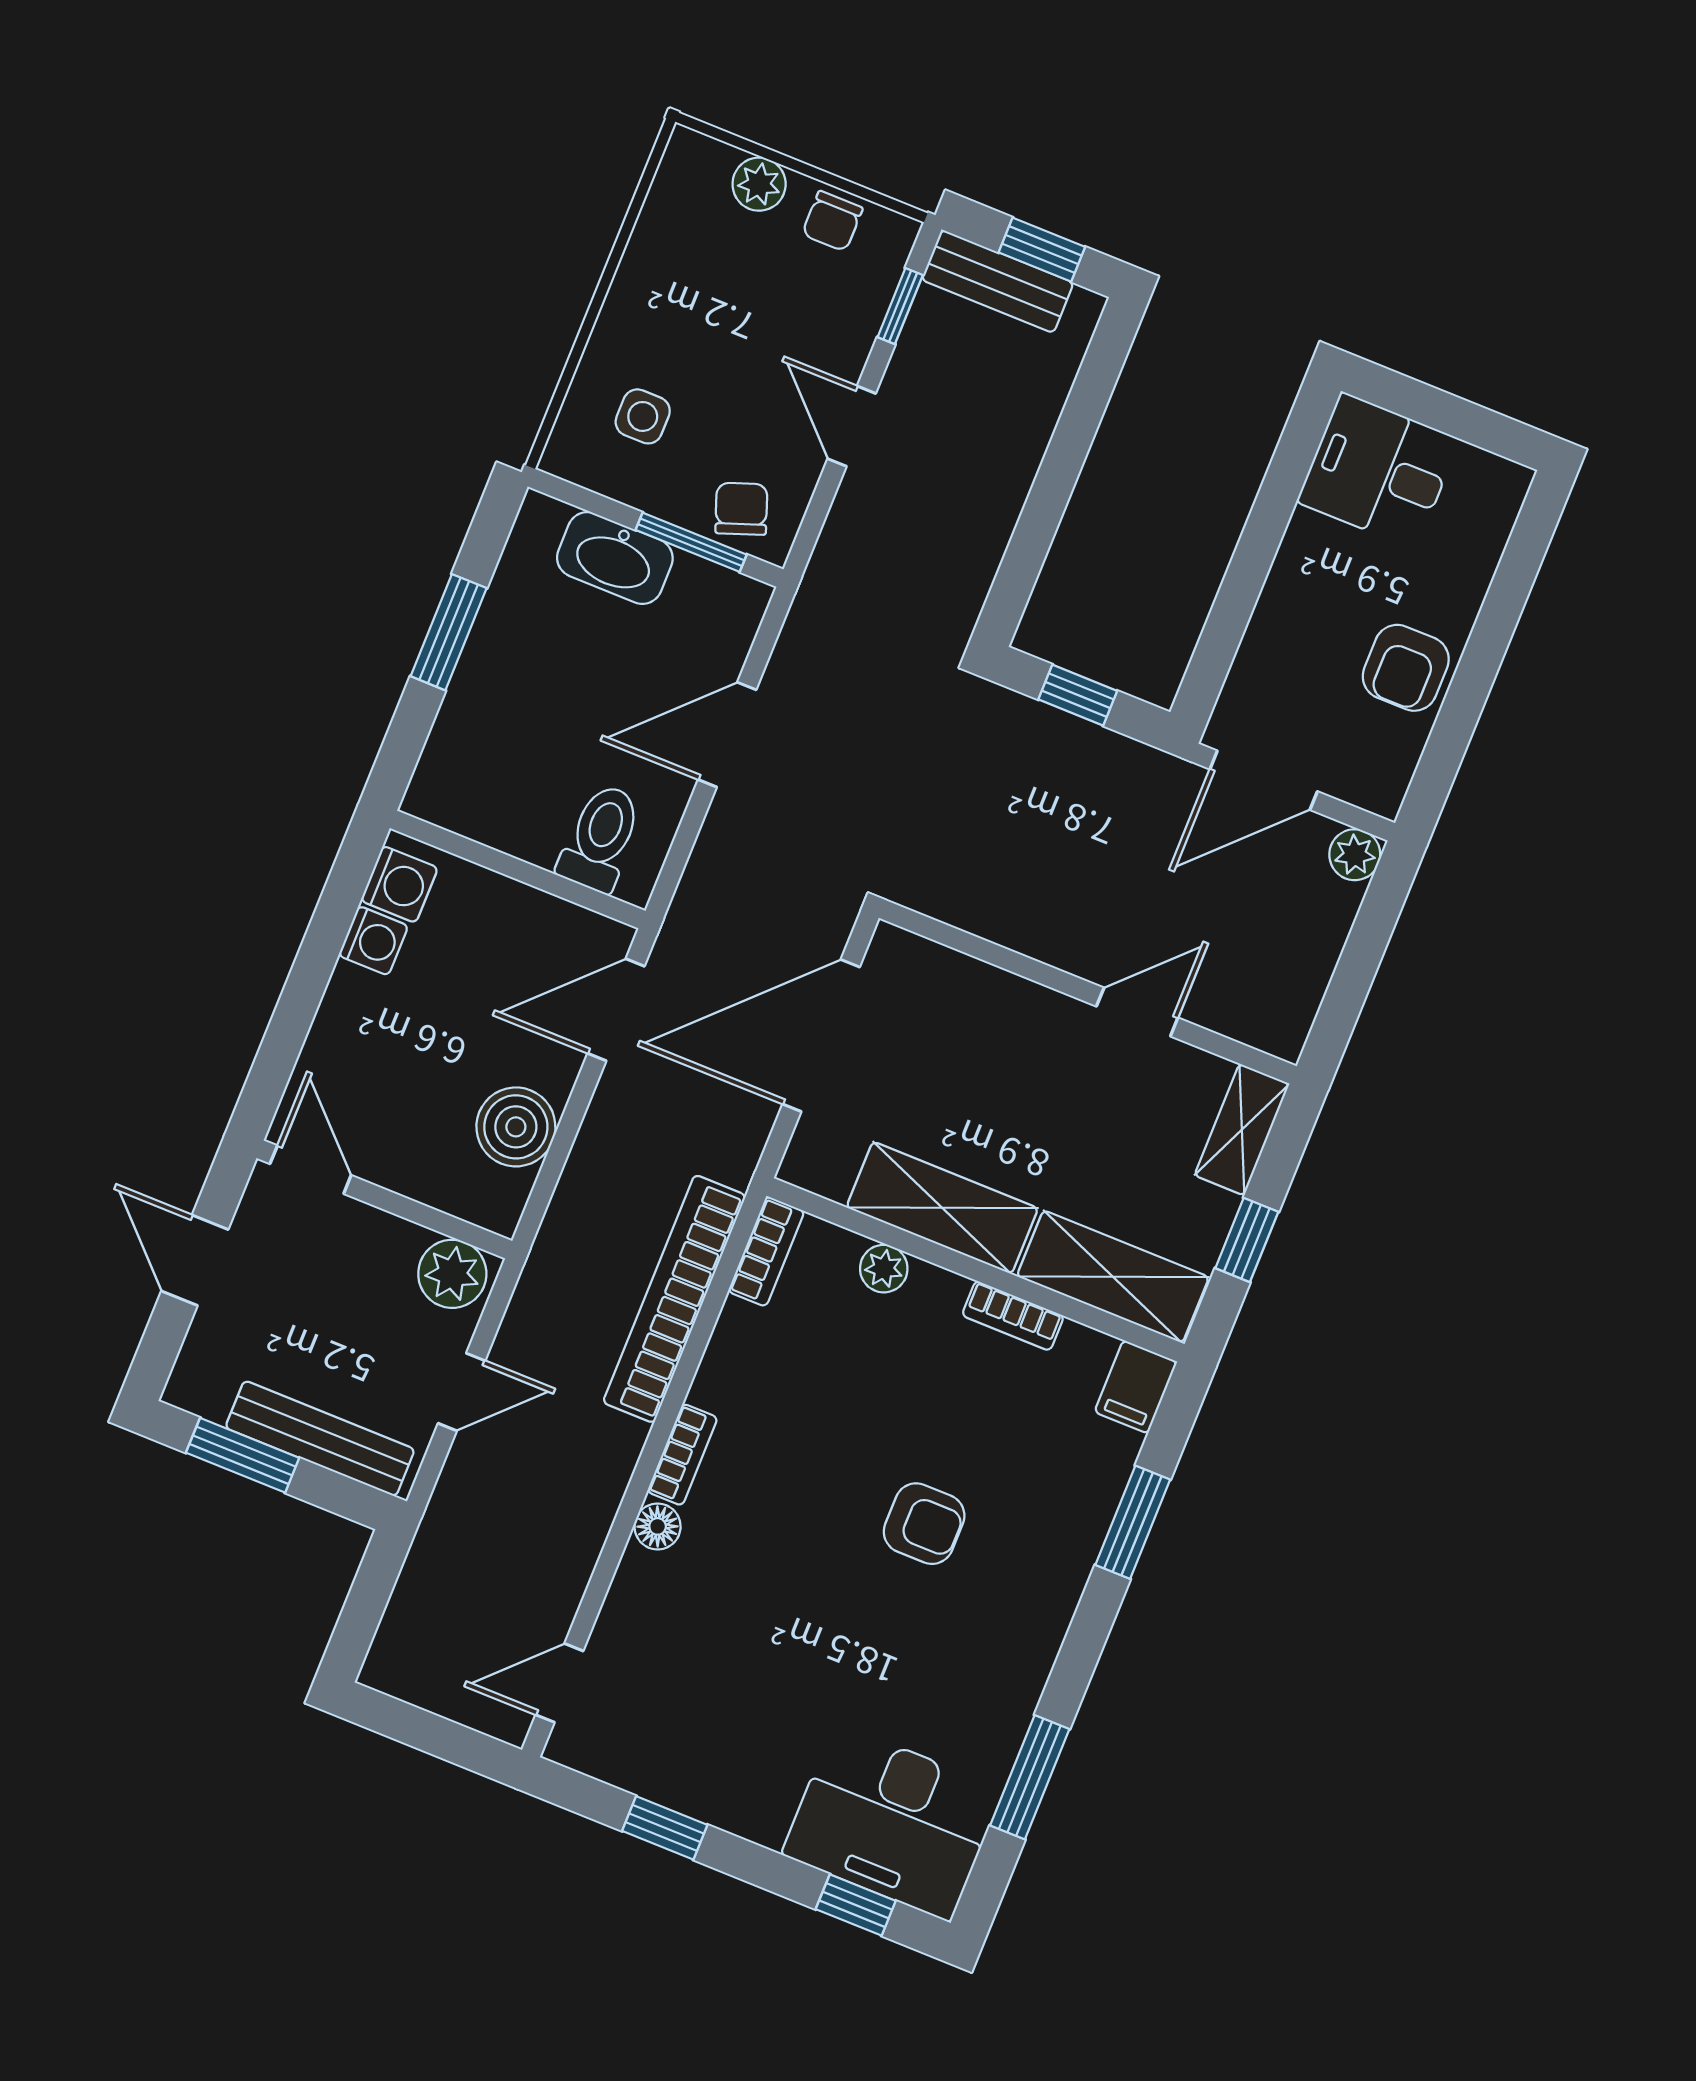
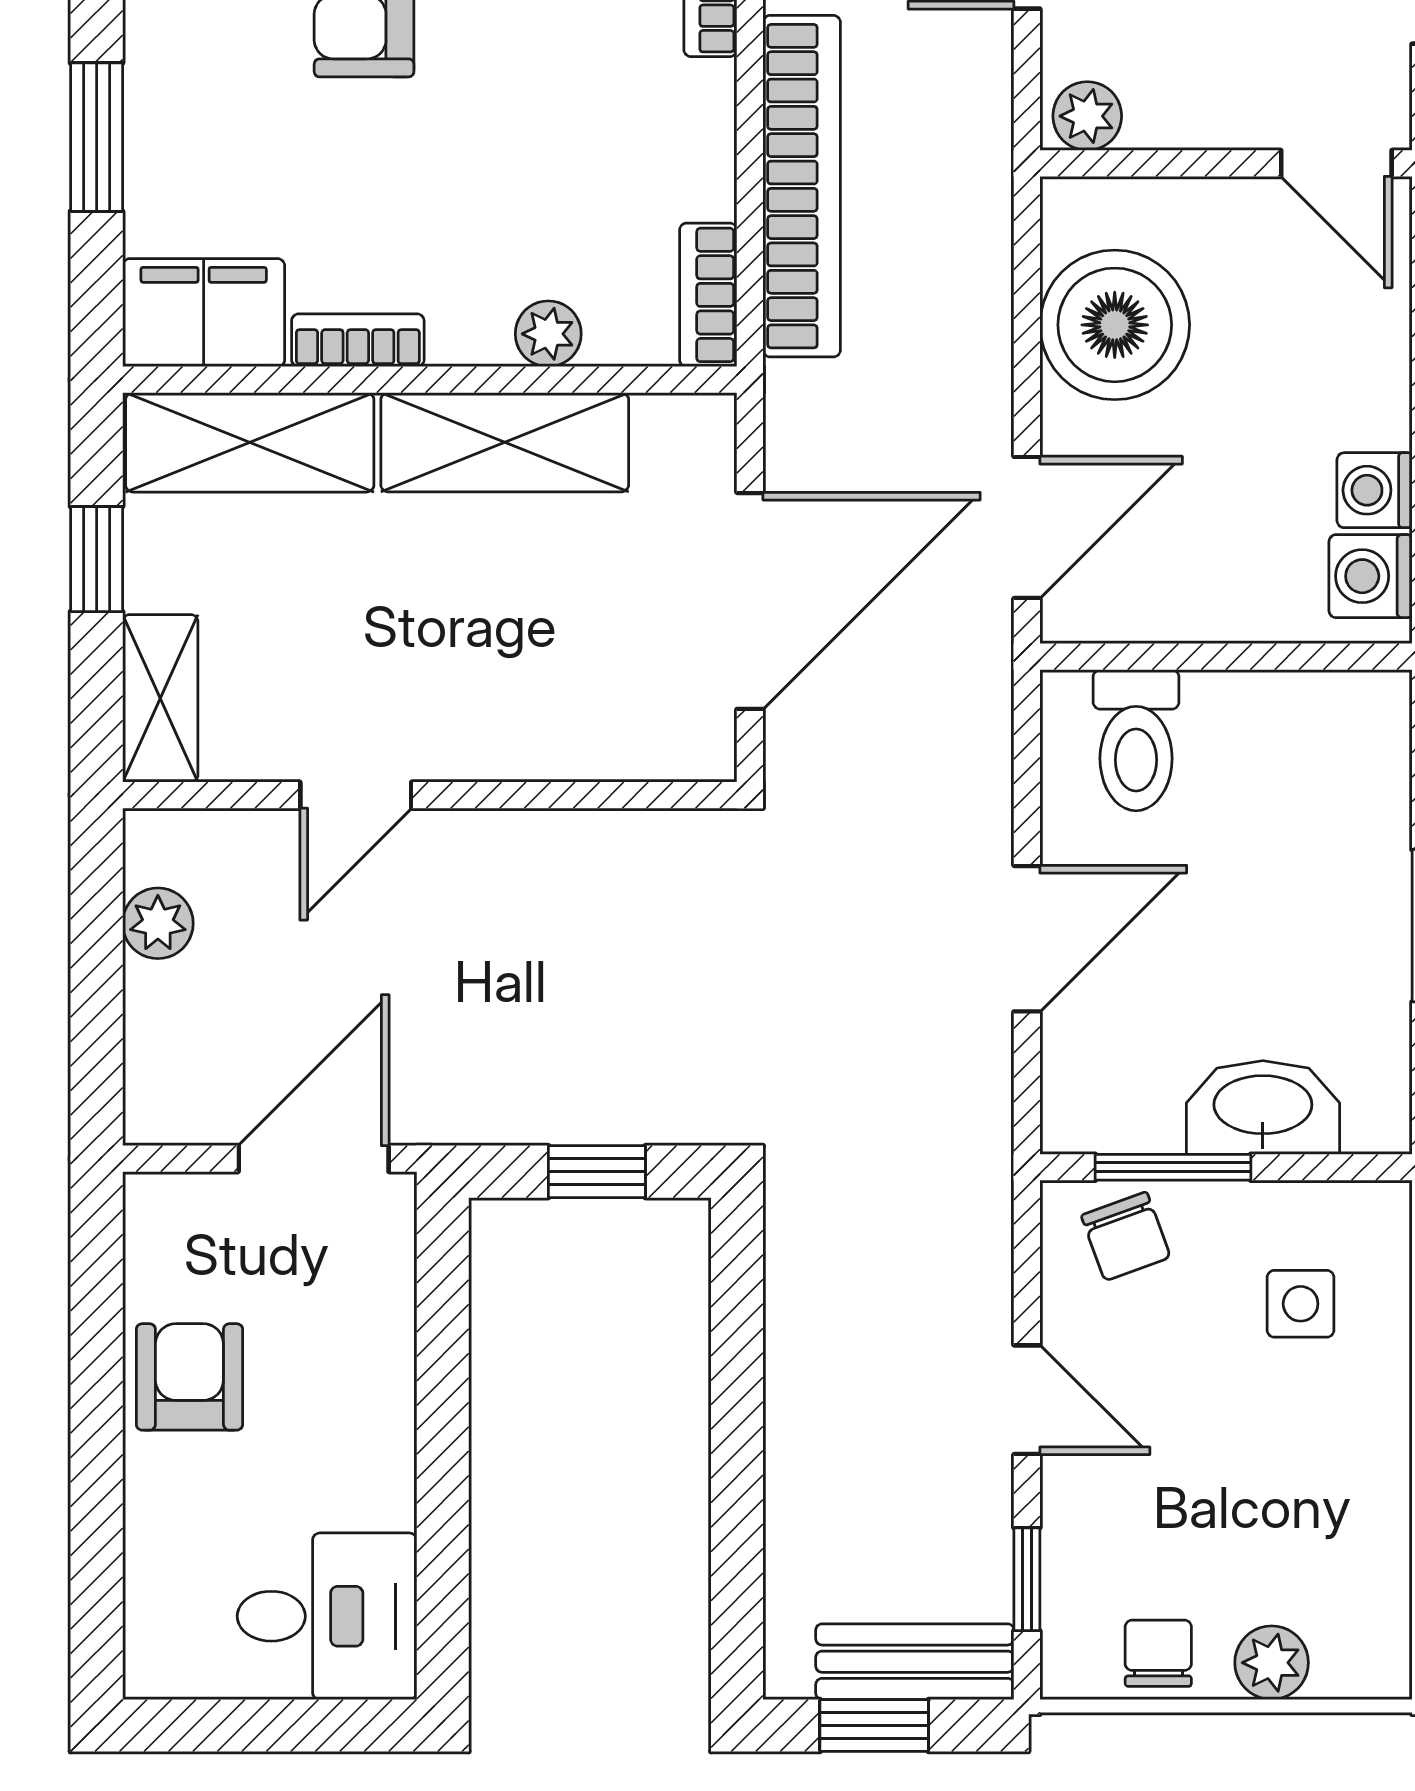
plant: (1355, 855) -> (158, 923), moved
boiler: (516, 1127) -> (1115, 325), width x1.37, depth x1.37
plant: (452, 1274) -> (1087, 116), width x0.73, depth x0.73
filing cabinet: (1136, 1387) -> (204, 313), width x2.00

